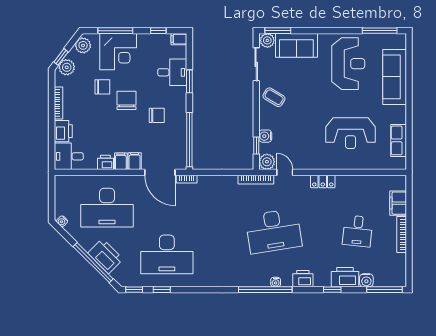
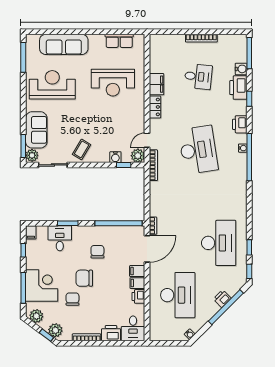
reception desk: (351, 133) -> (113, 83), turned 90
filing cabinet: (398, 203) -> (157, 84), moved, turned -90
printer: (105, 256) -> (222, 299), width x0.53, depth x0.68

